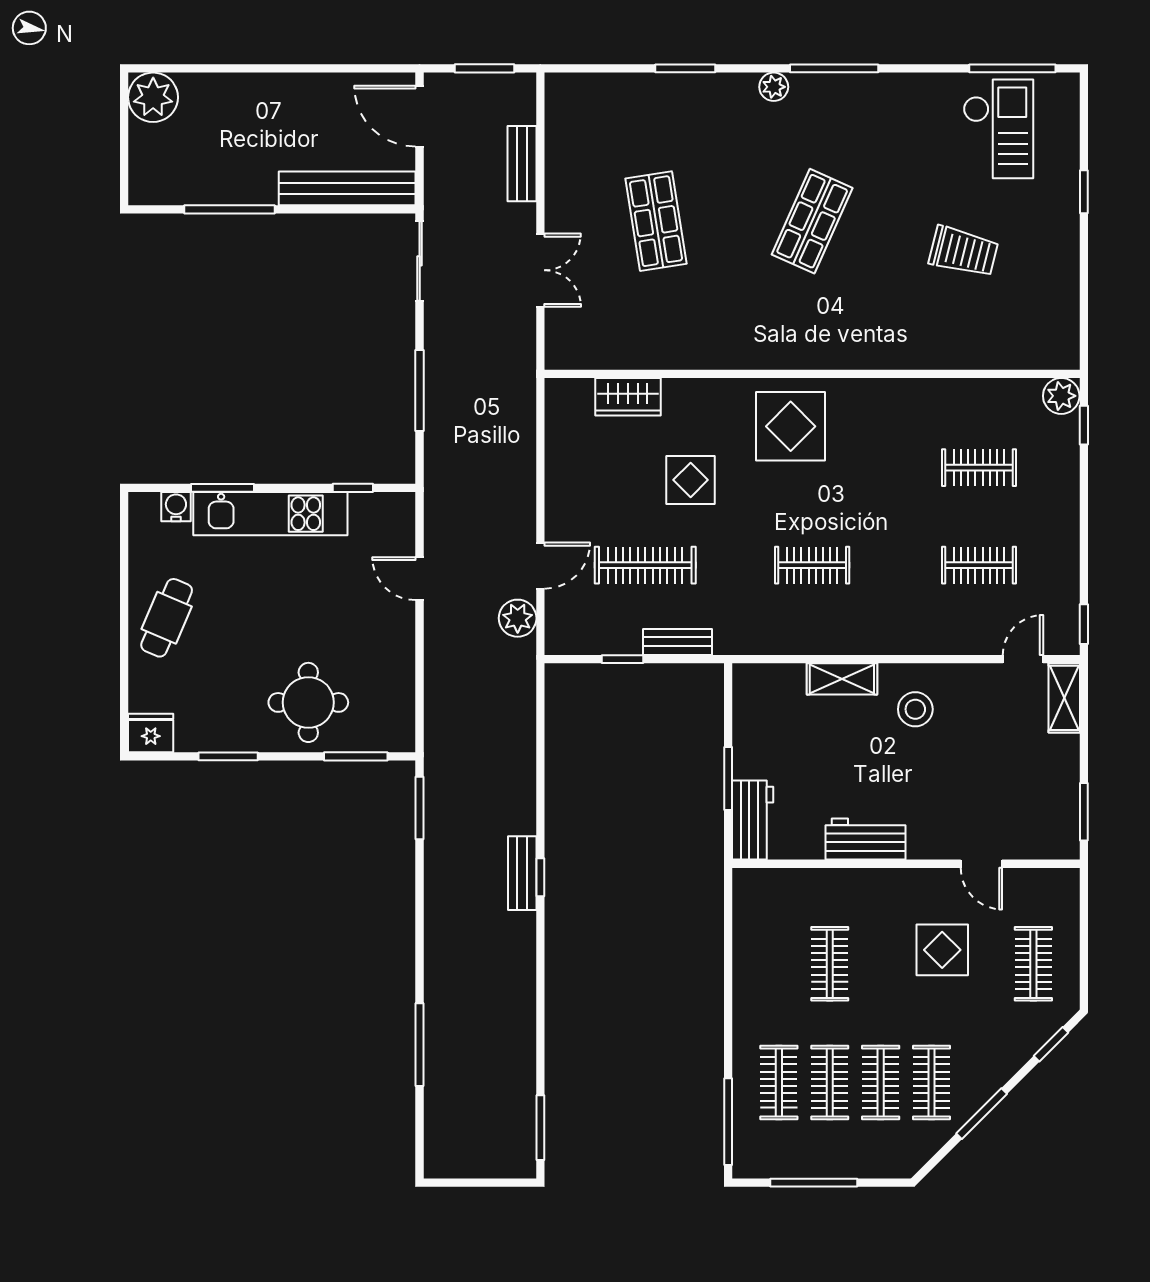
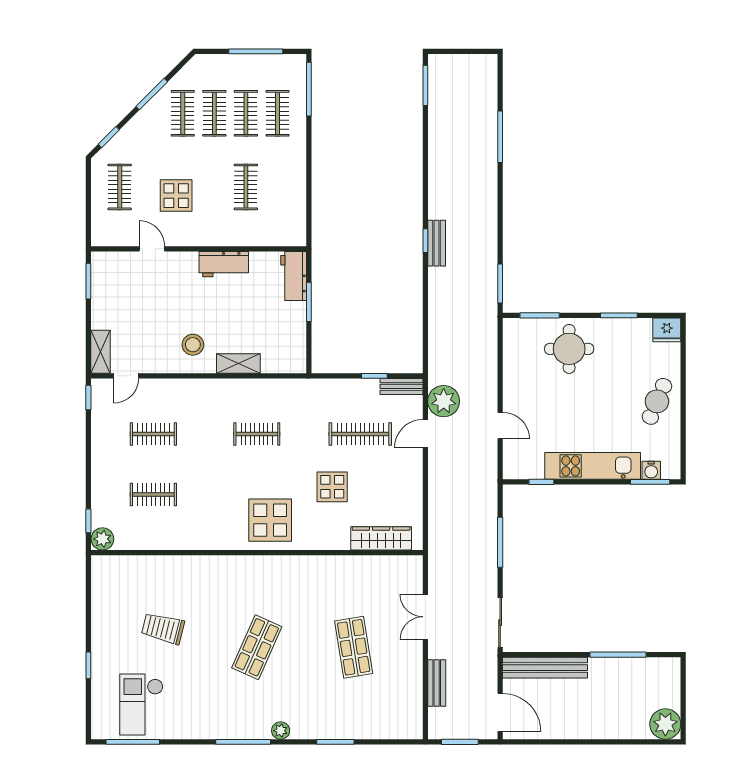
wardrobe: (628, 397) -> (381, 538), width x1.50
window: (222, 488) -> (650, 482), moved
plant: (518, 618) -> (444, 401), width x1.36, depth x1.36
bench: (678, 642) -> (401, 386), moved

